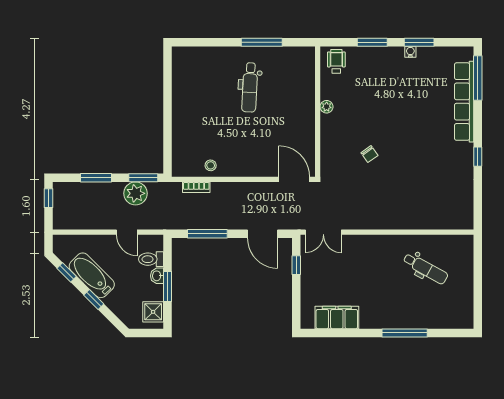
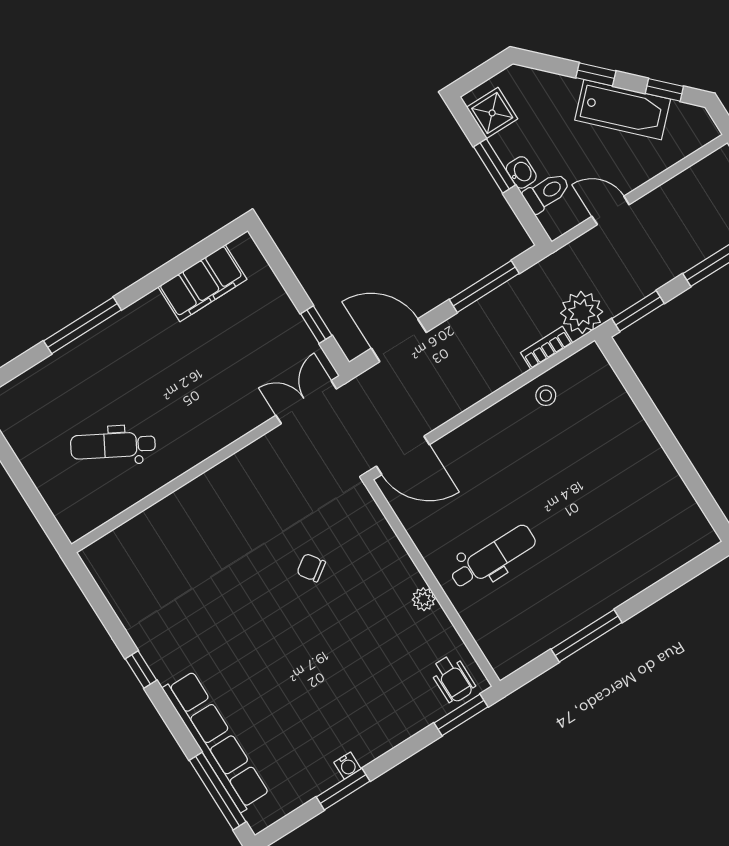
window: (372, 42) -> (461, 715), moved
dental chair: (250, 87) -> (493, 557), moved, turned 87
plant: (135, 193) -> (582, 312), moved

